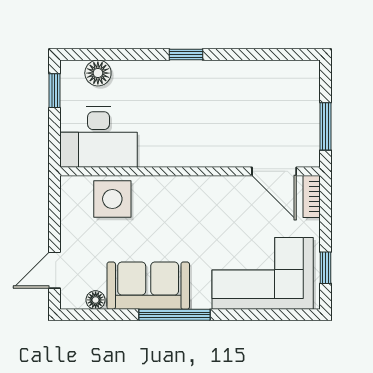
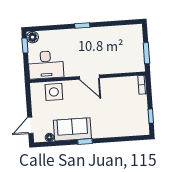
floor lamp: (98, 73) -> (33, 37), moved
door: (274, 171) -> (89, 77), moved
corner sofa: (263, 273) -> (123, 120), removed
window: (175, 315) -> (85, 142), width x0.46

